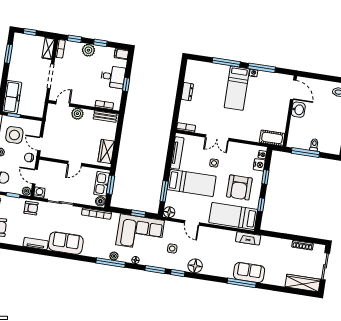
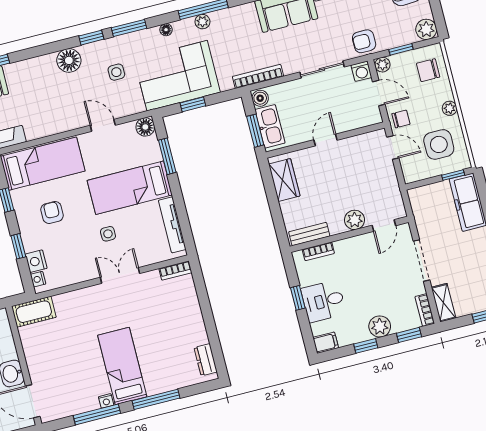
dresser: (187, 92) -> (206, 360), moved
armchair: (239, 187) -> (52, 212), width x0.53, depth x0.53

